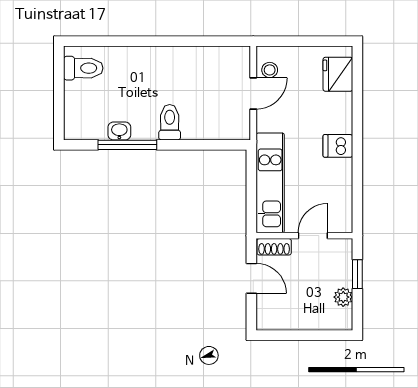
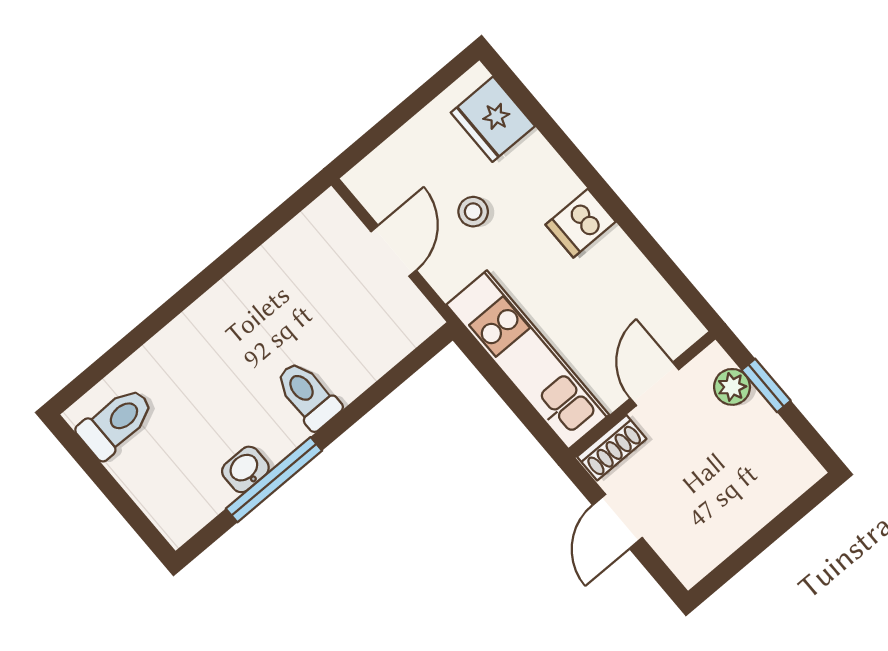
stool: (270, 70) -> (473, 212), moved
door: (251, 278) -> (617, 521), swing flipped
plant: (343, 297) -> (732, 387), moved

